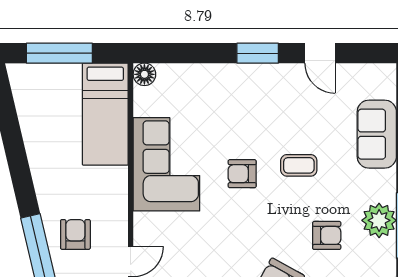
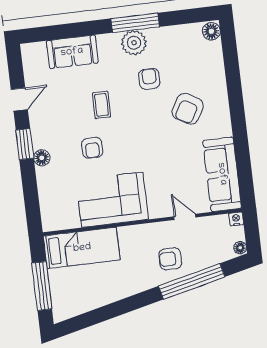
floor lamp: (144, 74) -> (42, 158), moved
armchair: (242, 174) -> (92, 148), moved

